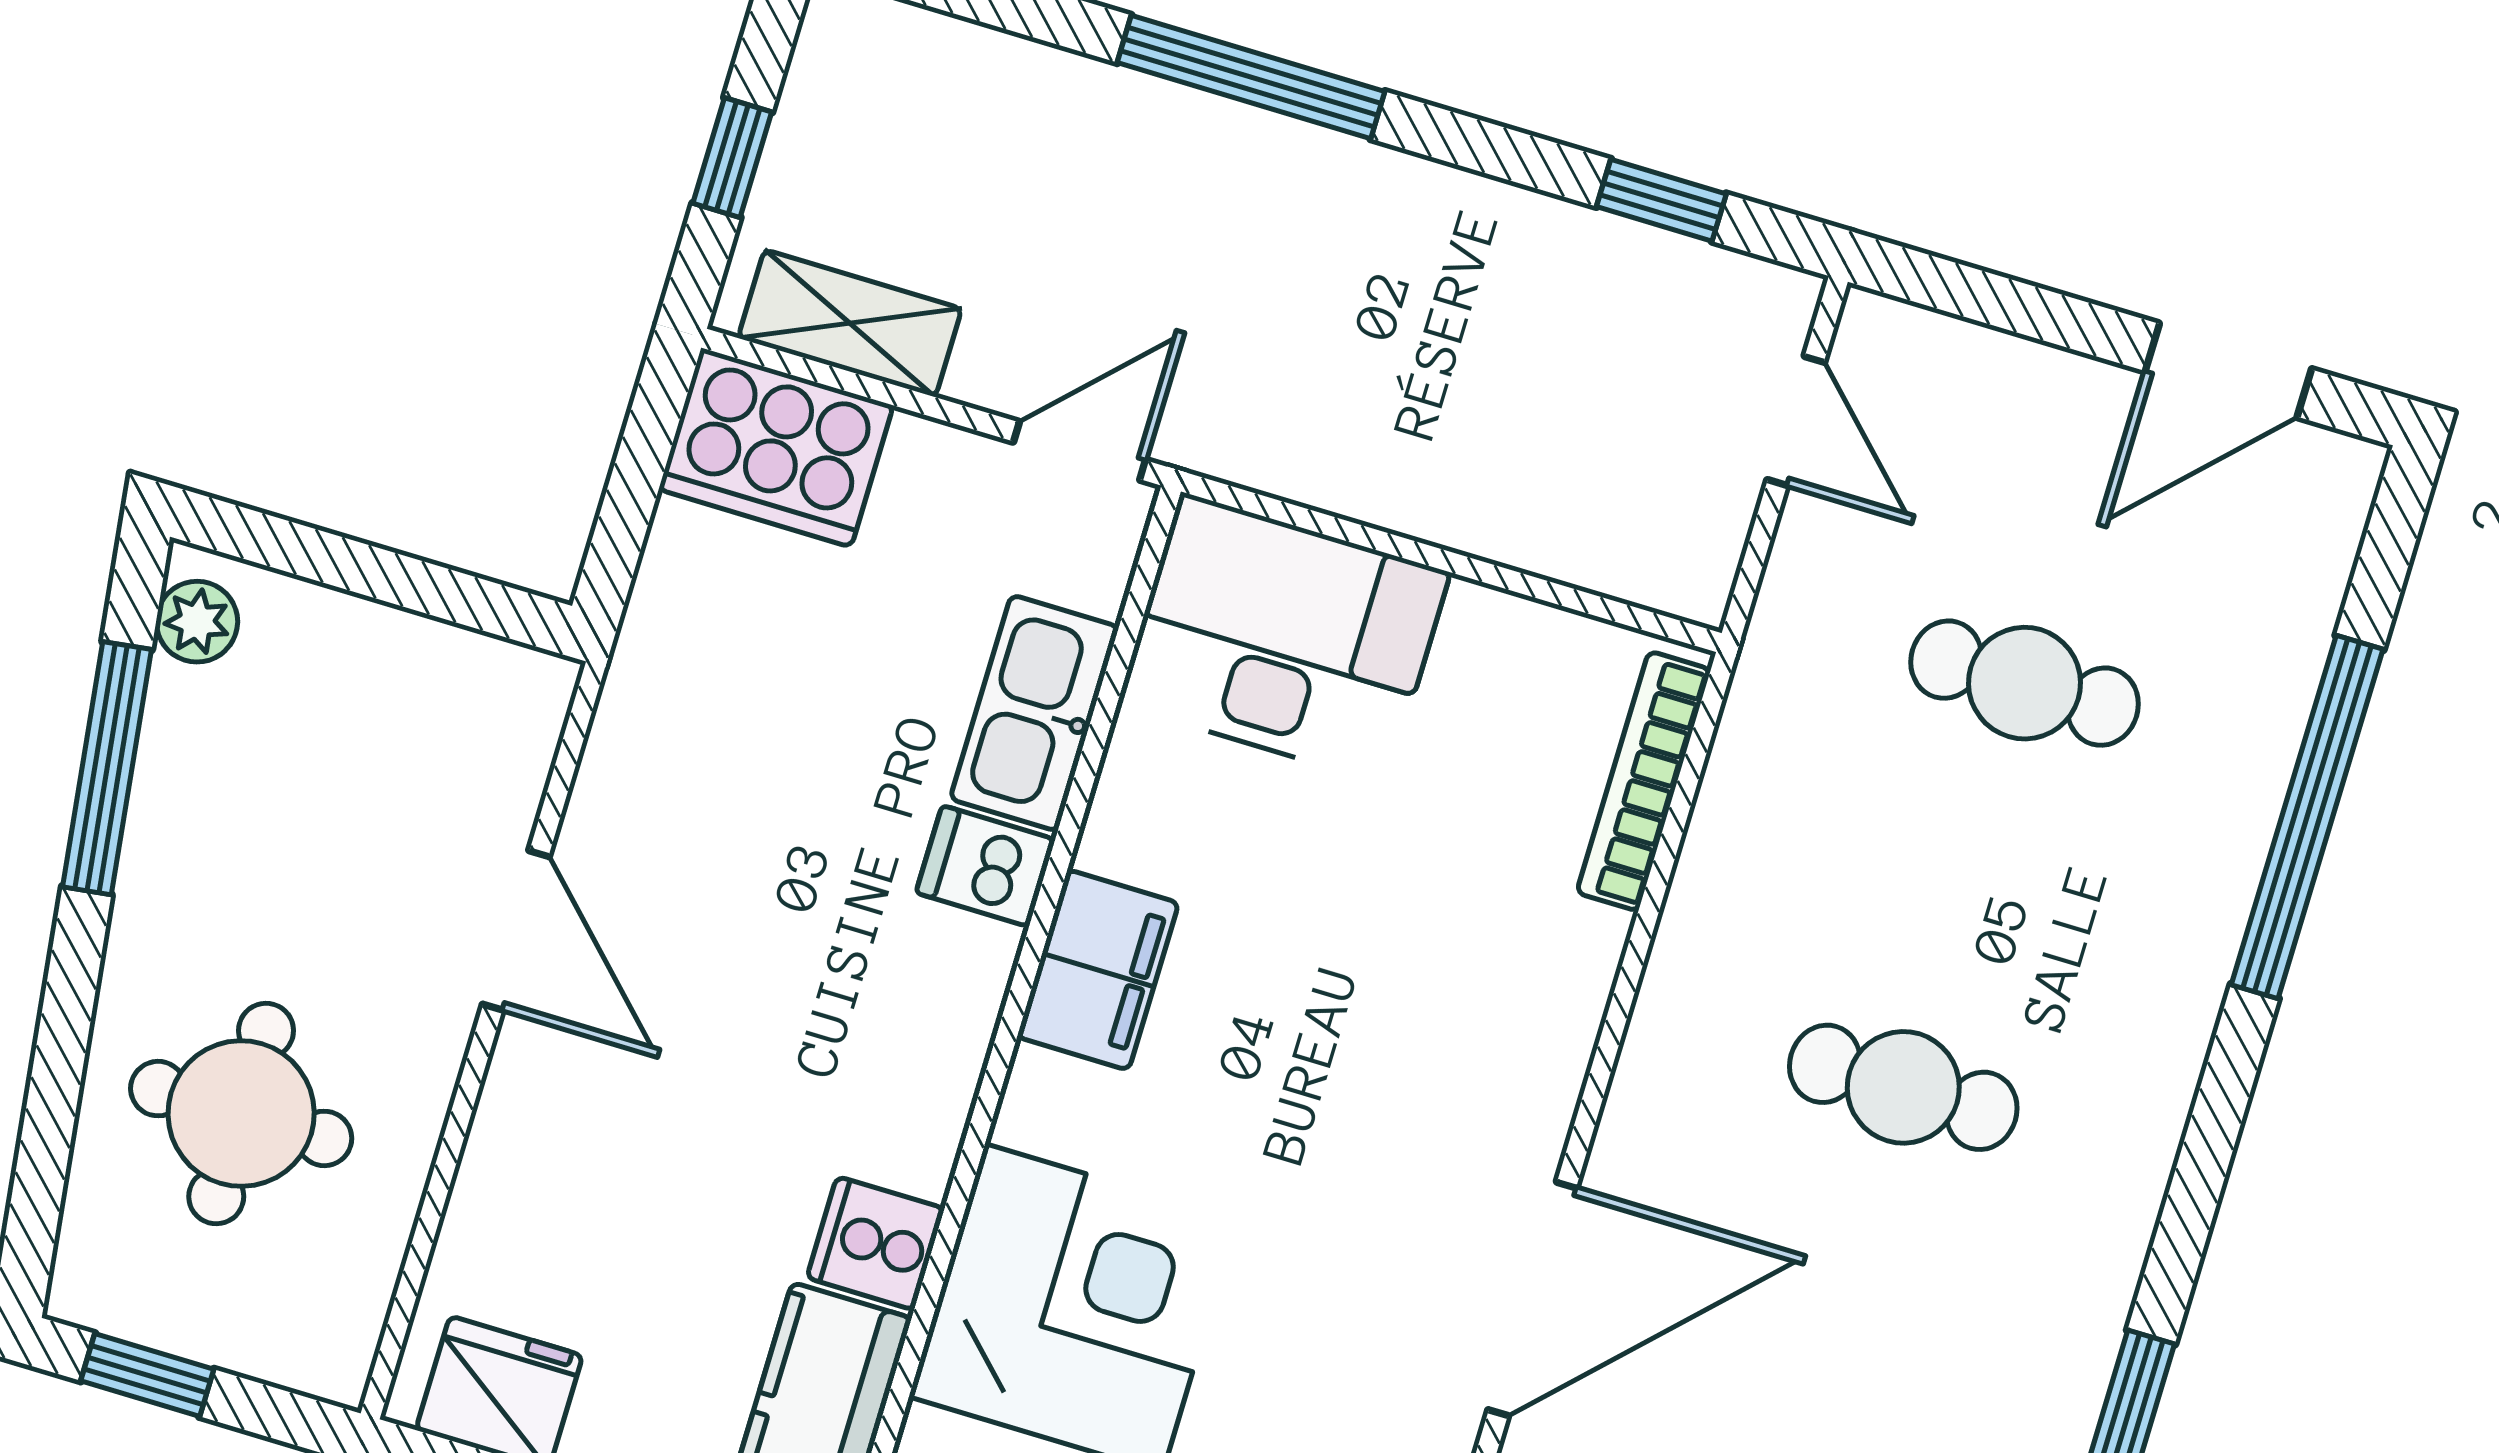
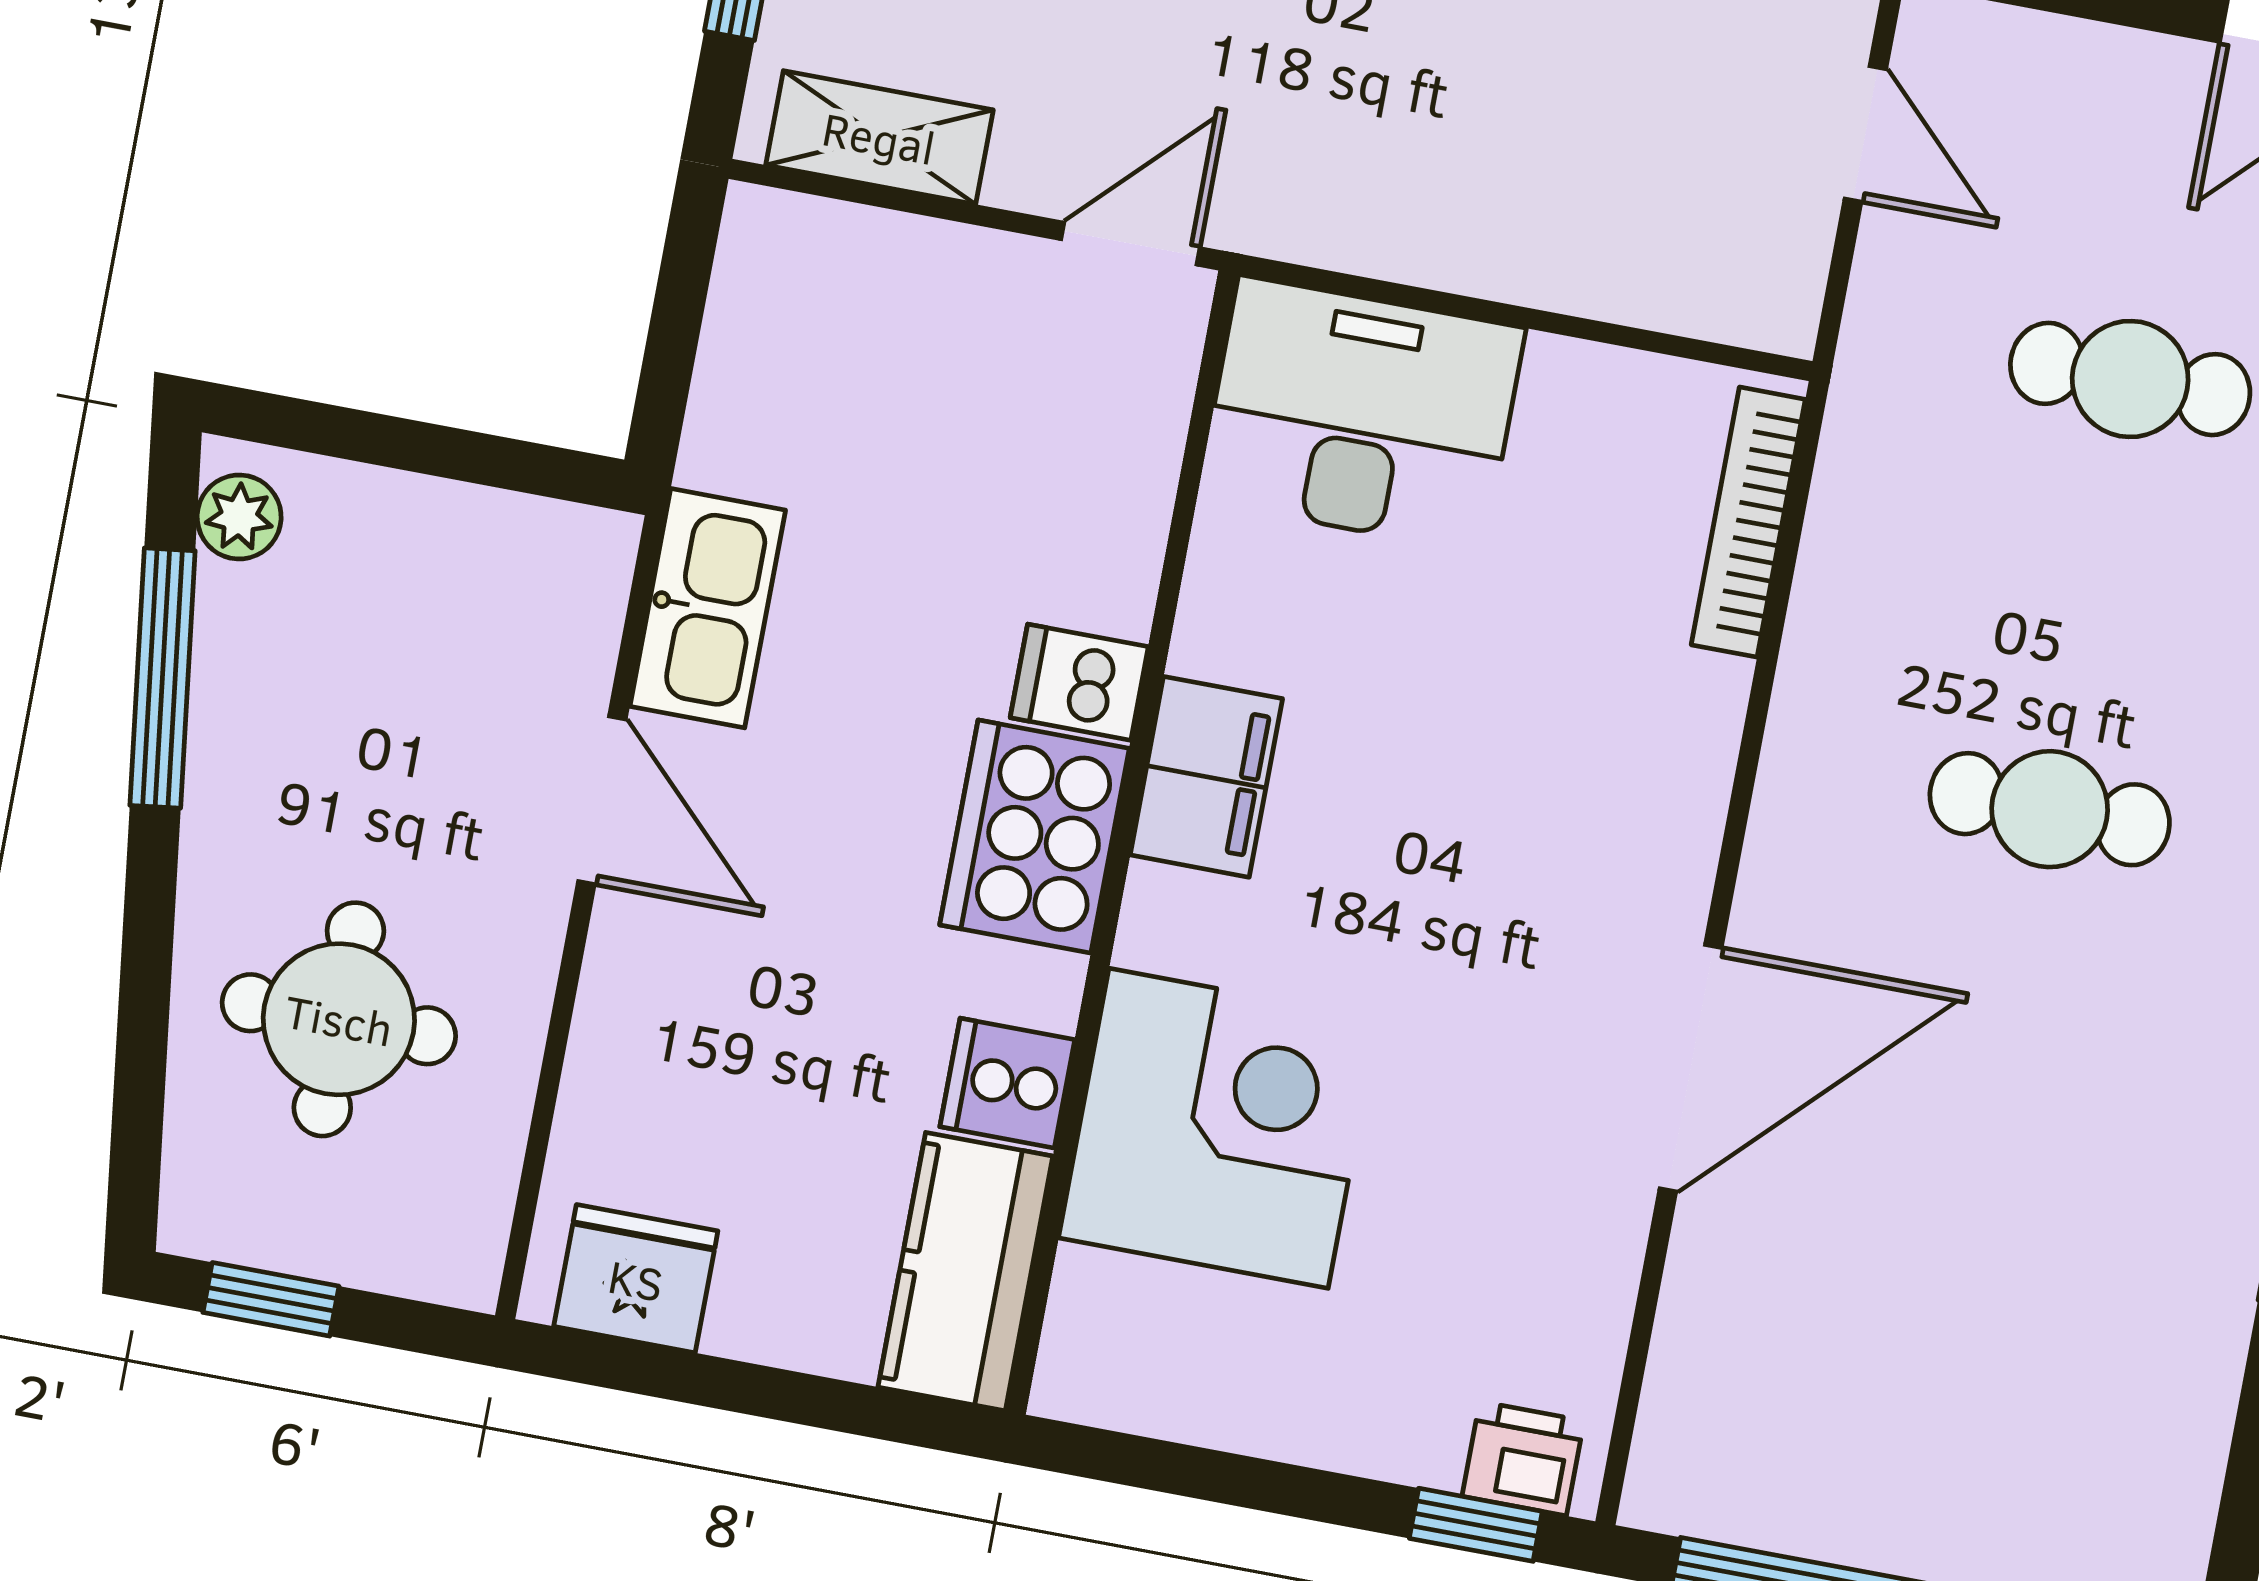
cooker: (776, 447) -> (1035, 837), moved, turned 90
kitchen sink: (1035, 713) -> (708, 608), moved, turned 180

